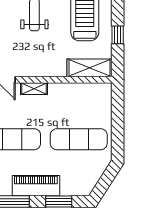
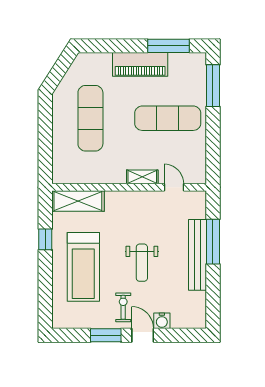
exercise mat: (79, 139) -> (90, 118), turned 90
window: (59, 202) -> (114, 46), removed

